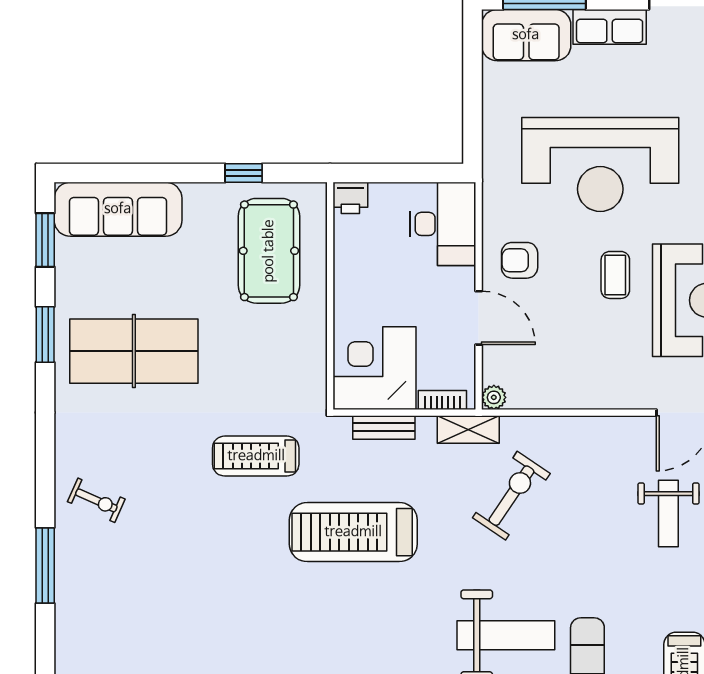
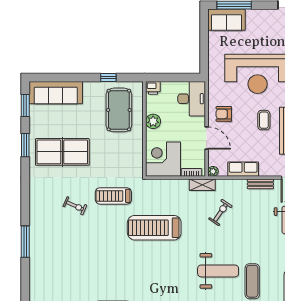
row of seats: (610, 27) -> (243, 169), moved, turned 180
plant: (351, 278) -> (153, 121), added
bench: (384, 427) -> (260, 184), moved
exercise bike: (511, 496) -> (220, 212), width x0.73, depth x0.72
exercise bike: (96, 500) -> (75, 206), moved

